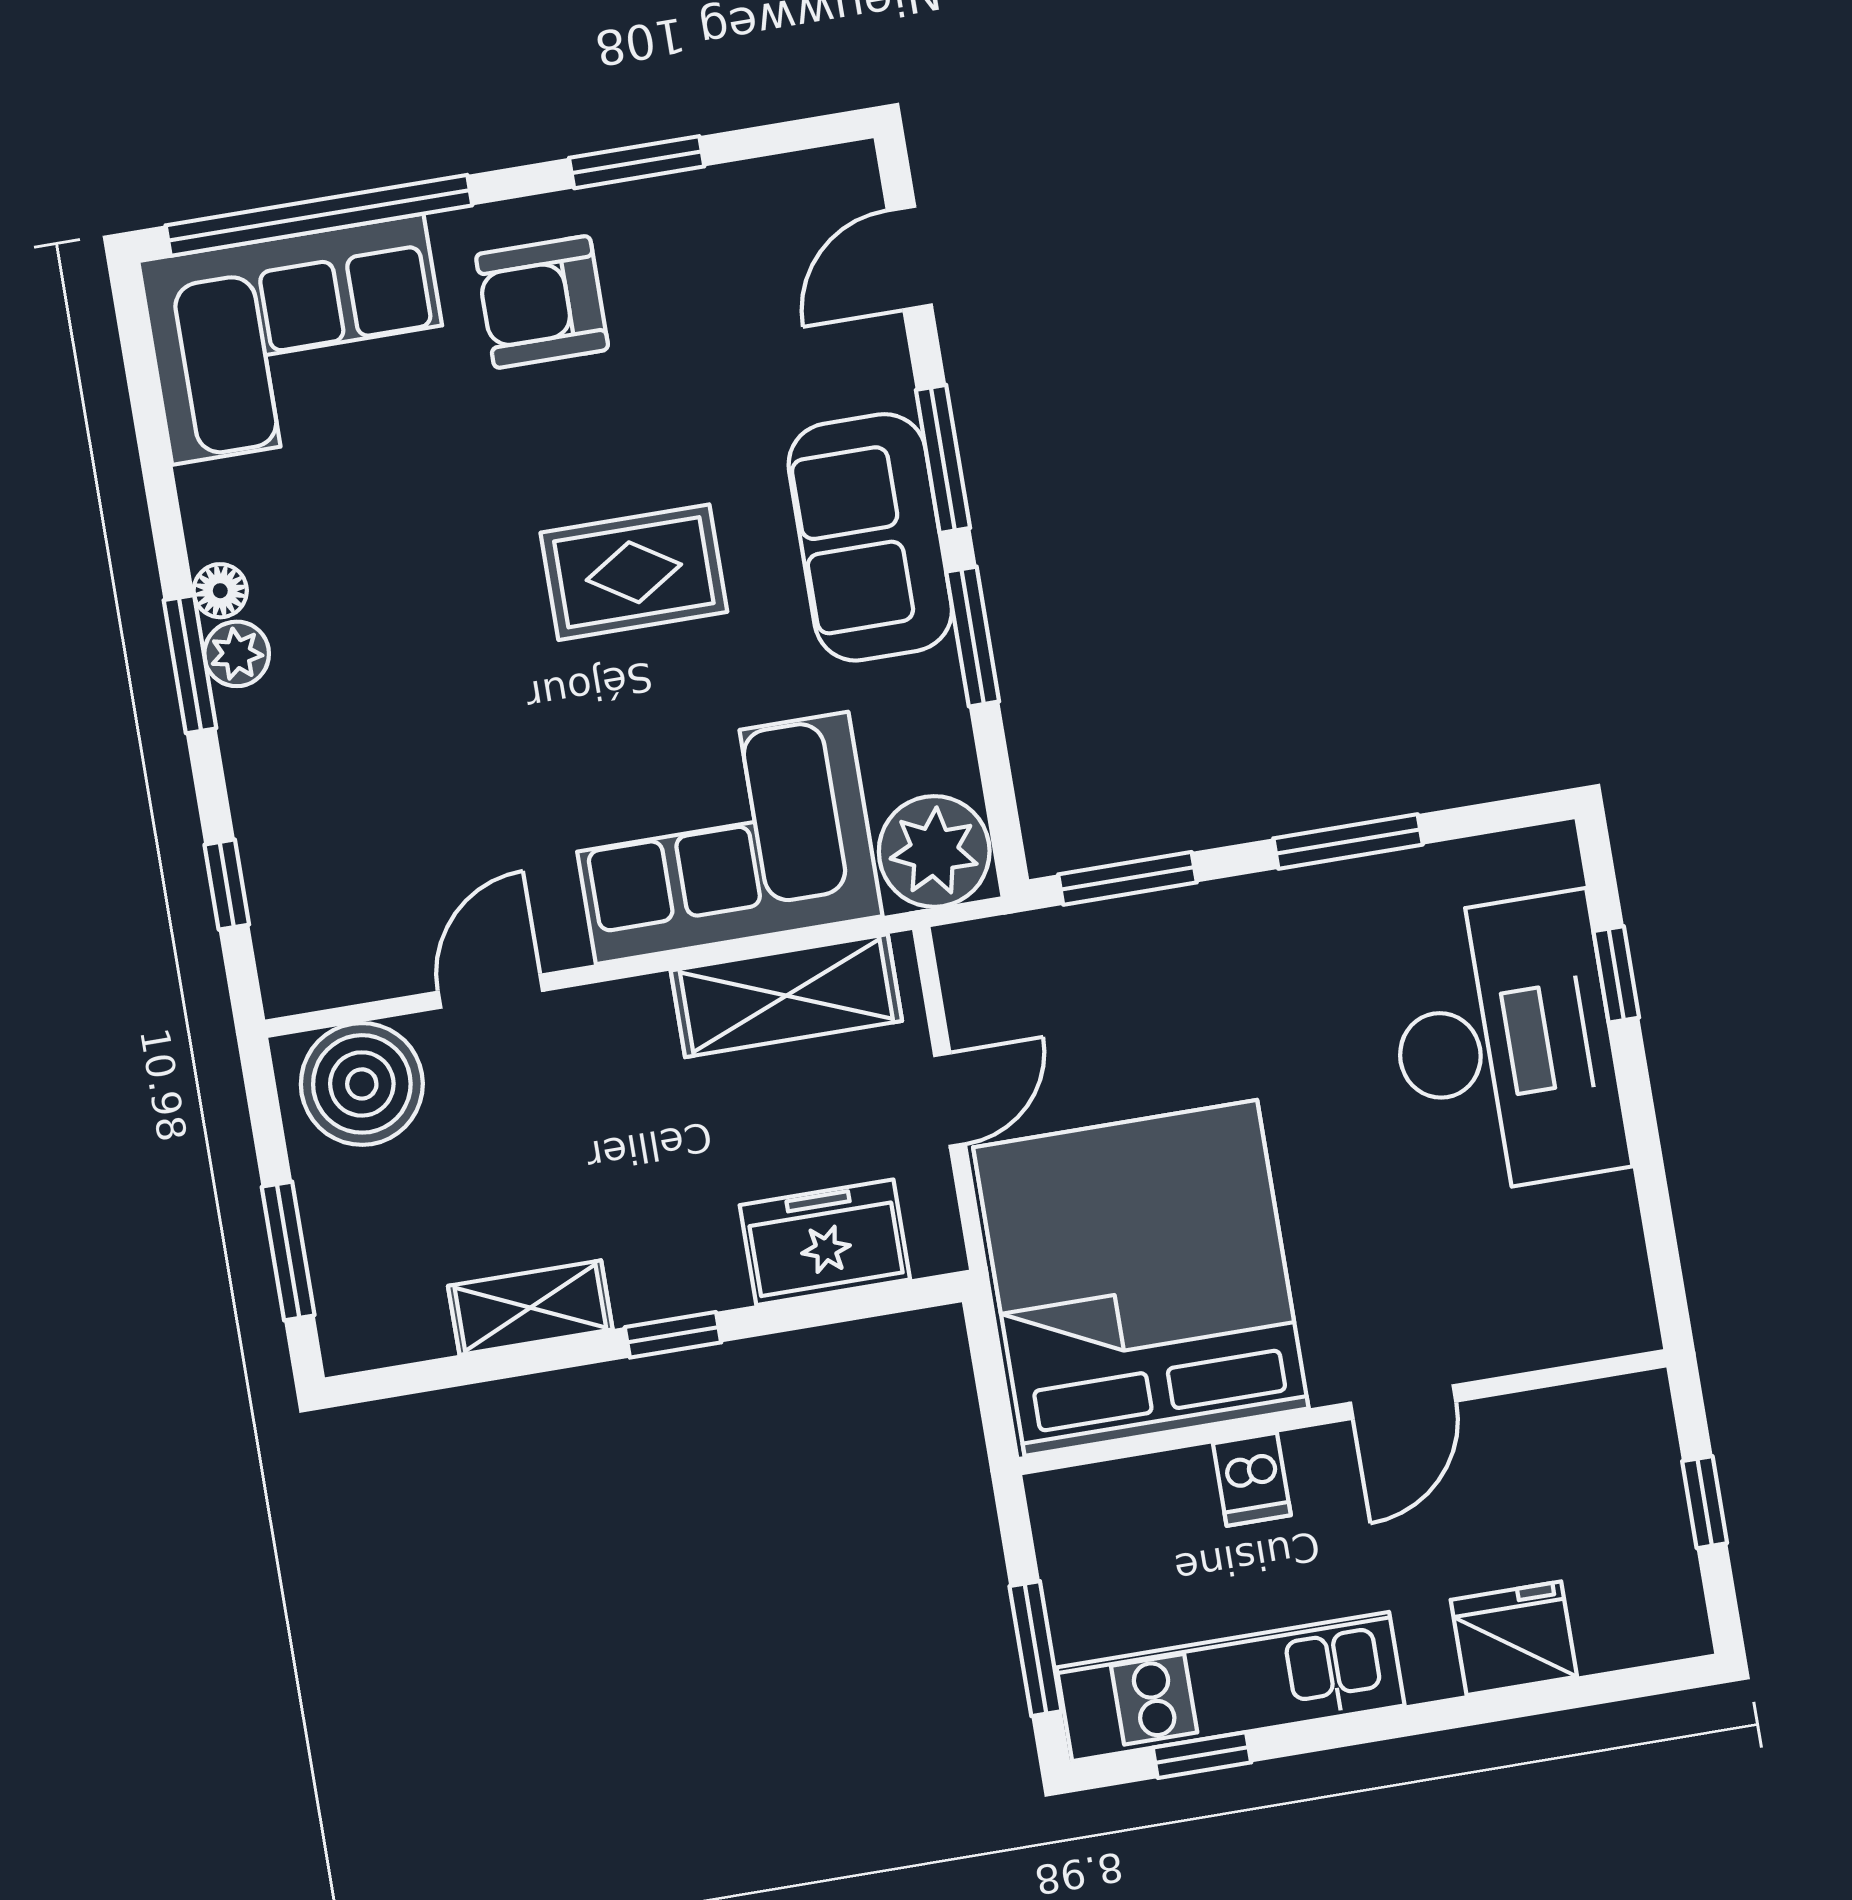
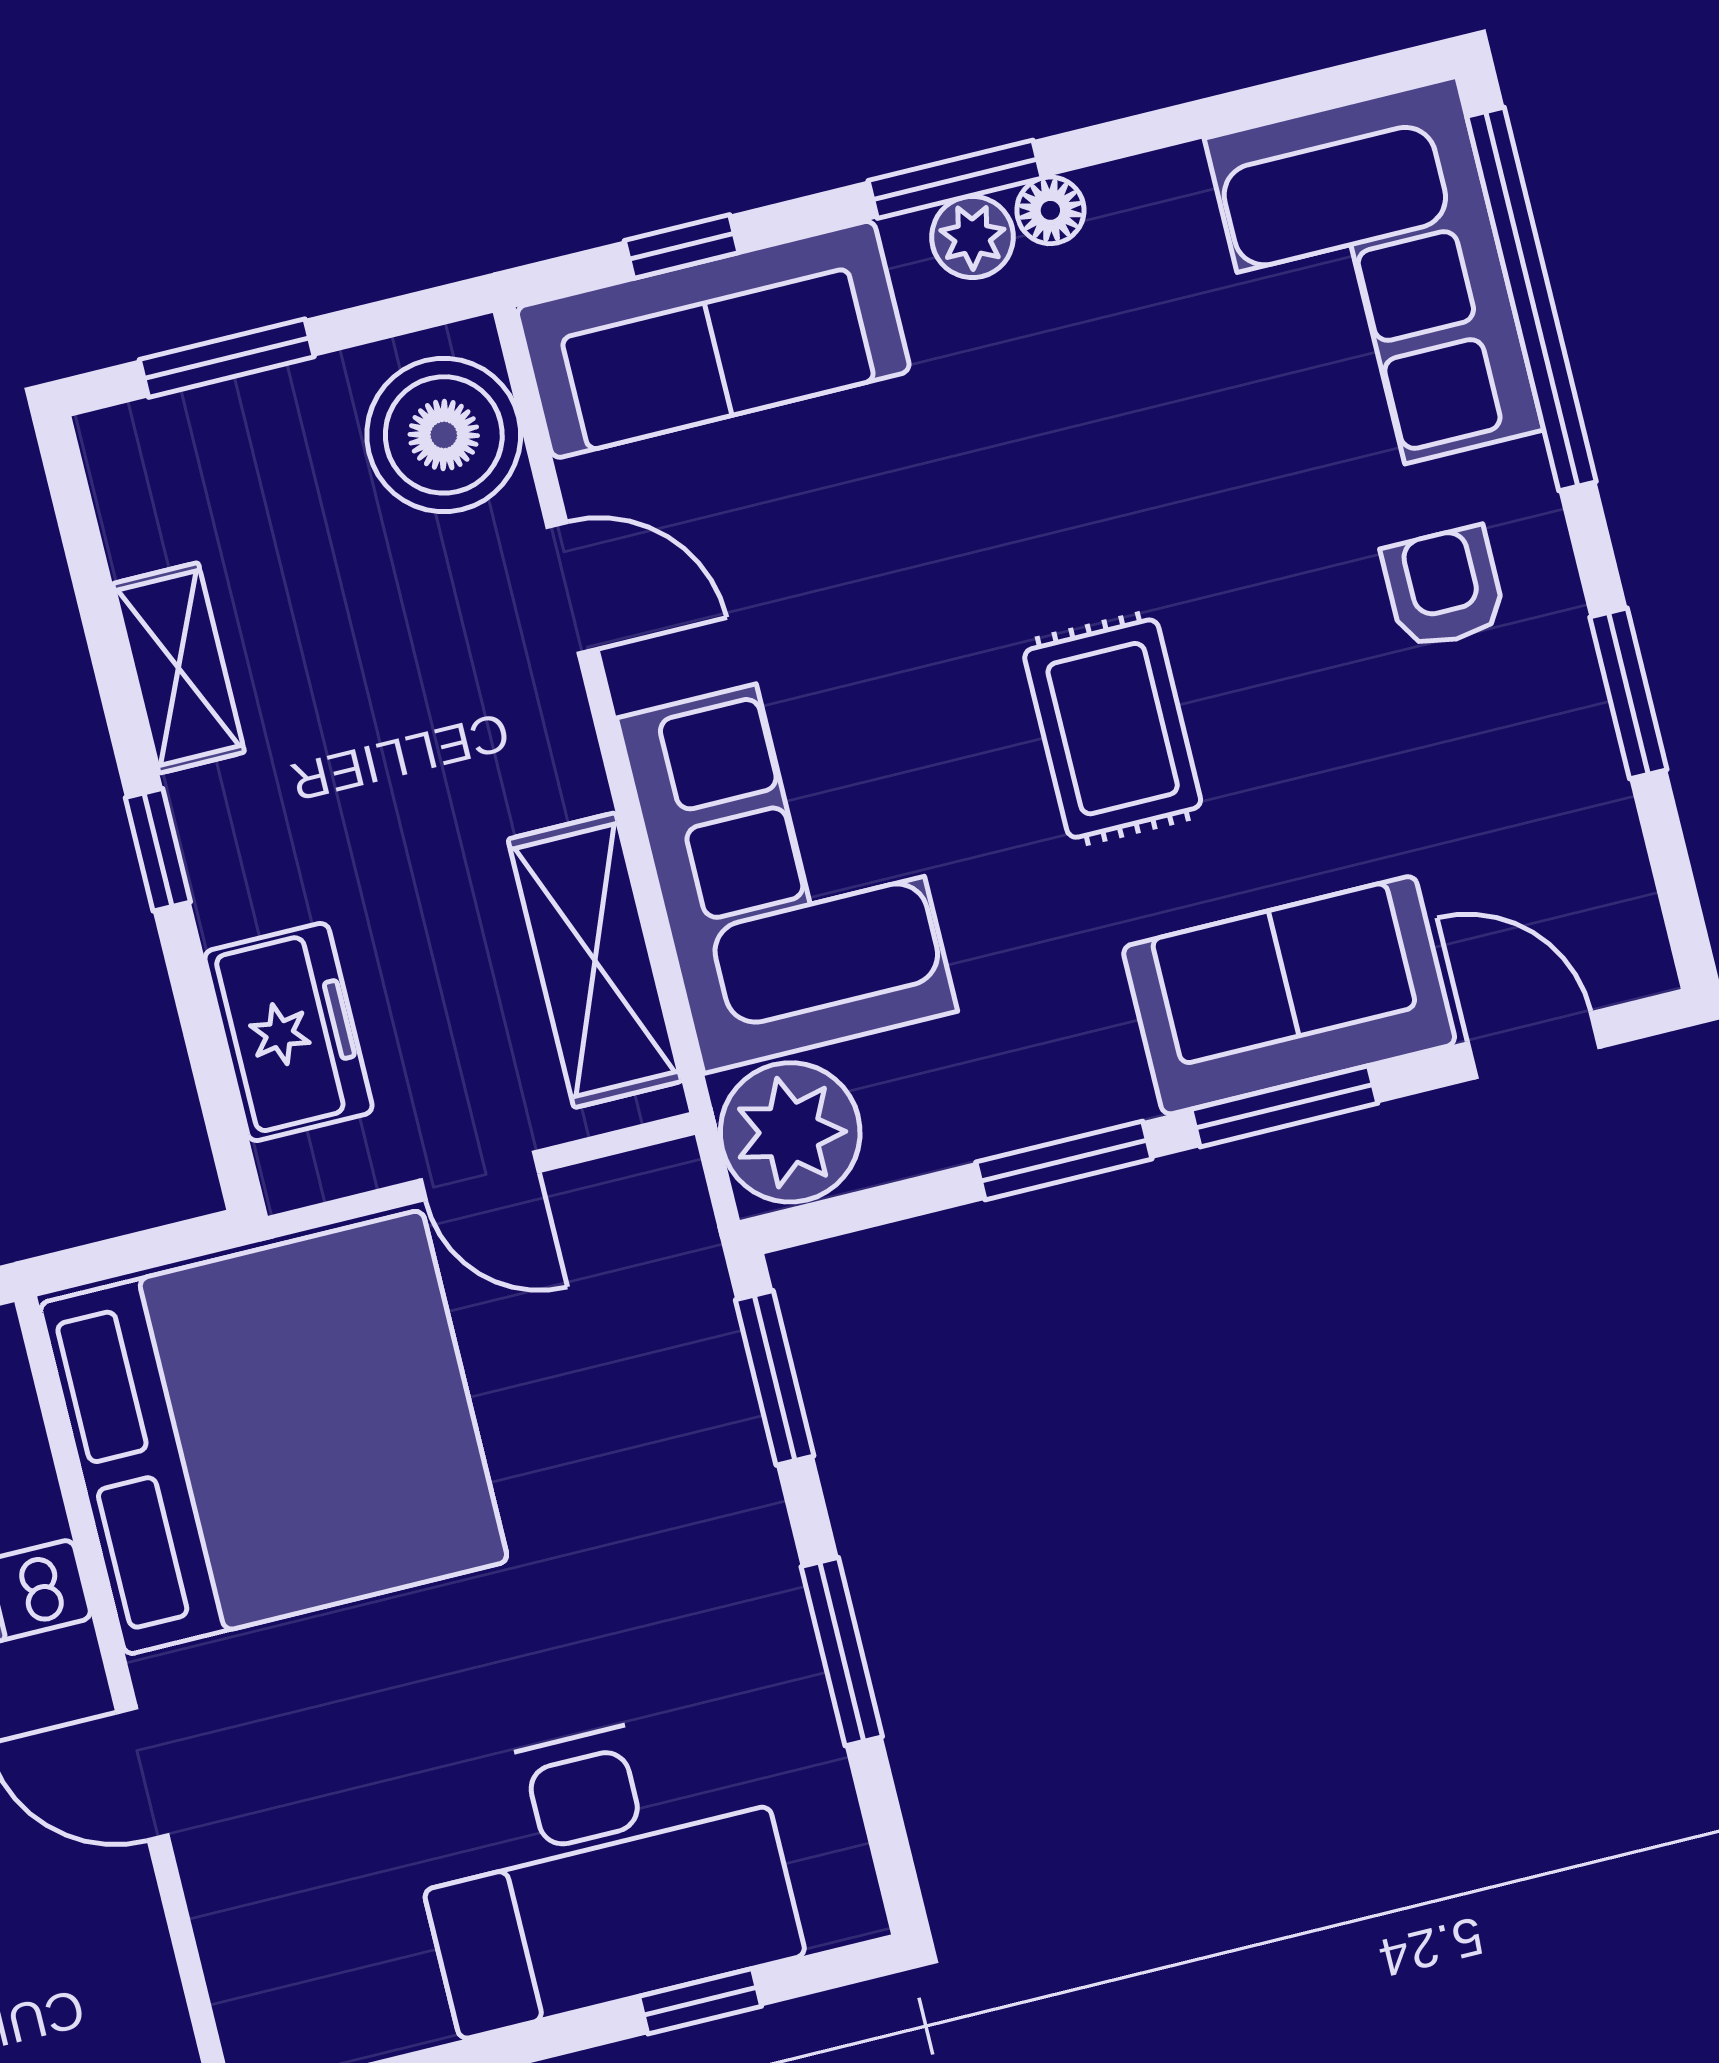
armchair: (542, 302) -> (1444, 588), width x0.72, depth x0.72
sofa: (870, 537) -> (1289, 995), moved
sofa: (302, 865) -> (713, 339), added

